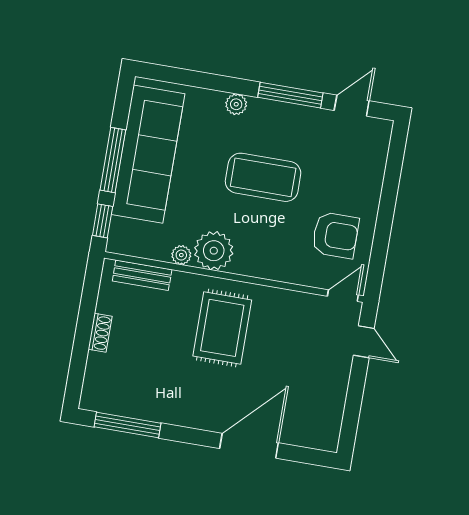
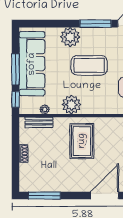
plant: (236, 104) -> (70, 37), width x1.88, depth x1.88
plant: (181, 255) -> (45, 109), moved

